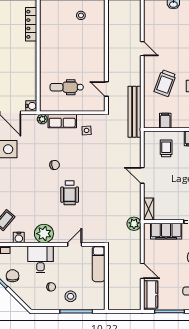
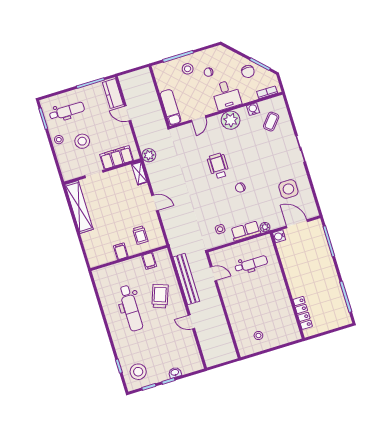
bench: (134, 112) -> (186, 279), moved

